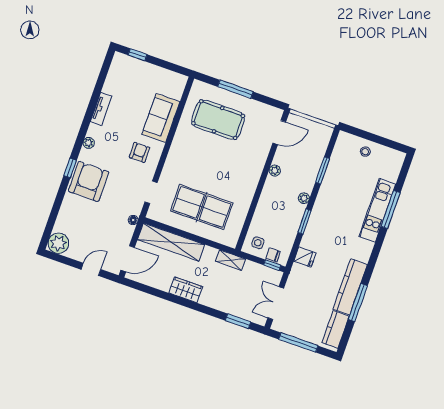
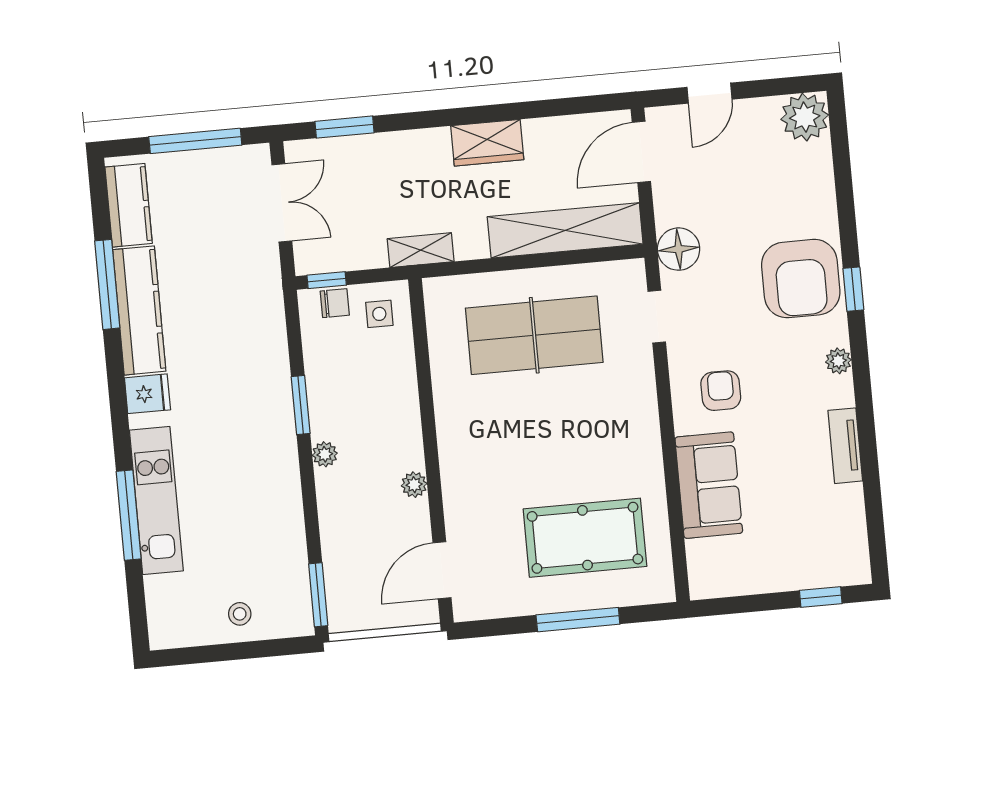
armchair: (139, 152) -> (721, 391), turned 180
window: (322, 170) -> (318, 595), moved
floor lamp: (133, 220) -> (679, 249), width x1.89, depth x1.89
fridge: (305, 257) -> (147, 394), moved, turned 180

